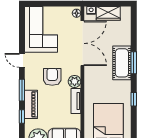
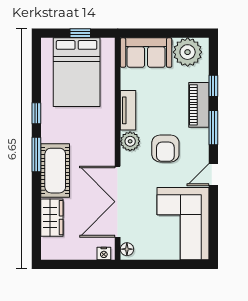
wardrobe: (108, 13) -> (52, 218), moved, turned 90
door: (22, 60) -> (213, 175), swing flipped
window: (134, 63) -> (36, 154), moved

